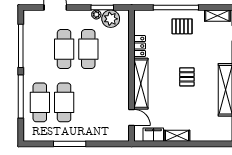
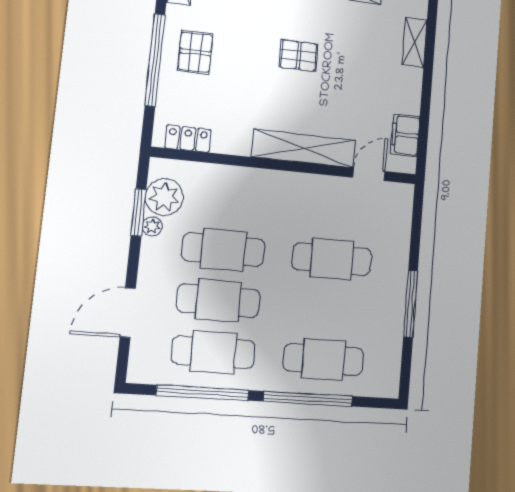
locker: (140, 46) -> (188, 139), moved
cafe table: (40, 49) -> (213, 352), added
cafe table: (64, 102) -> (332, 259), moved
shelving: (177, 136) -> (415, 42), moved

